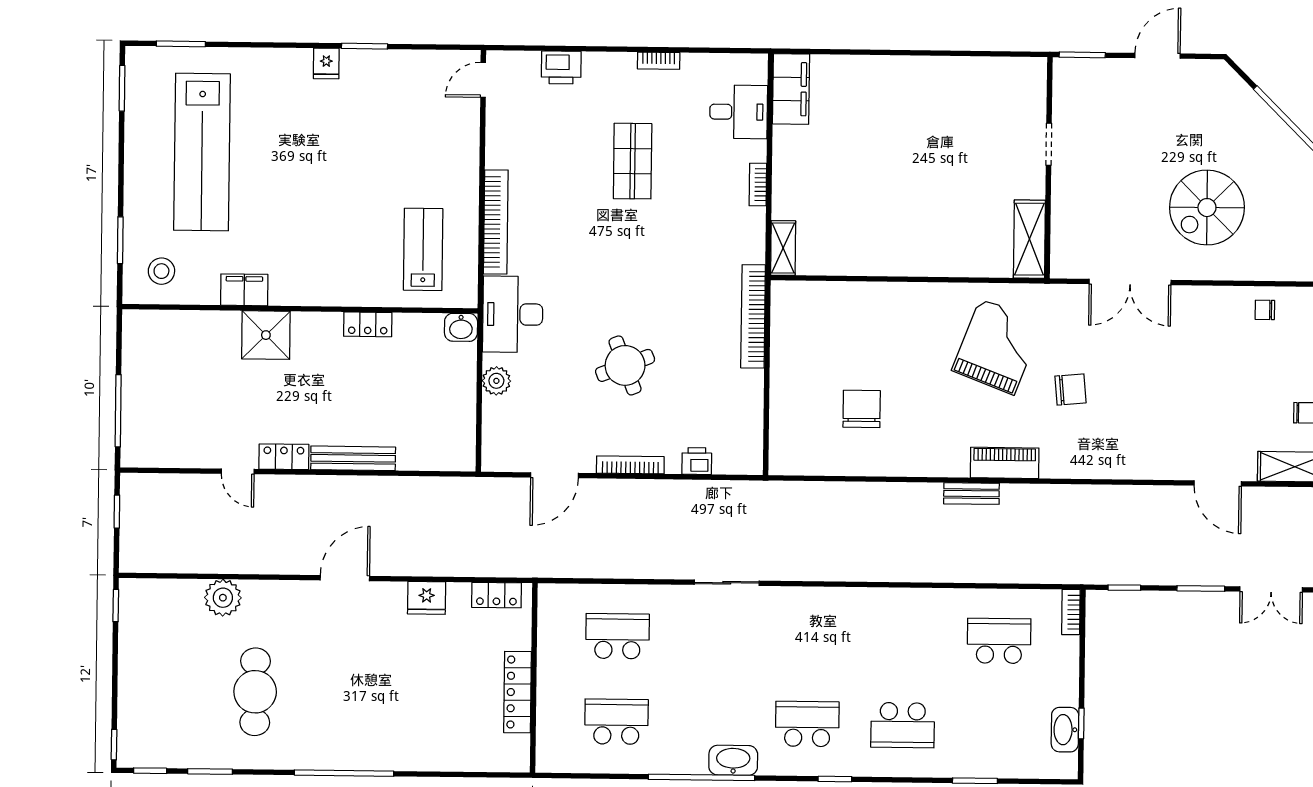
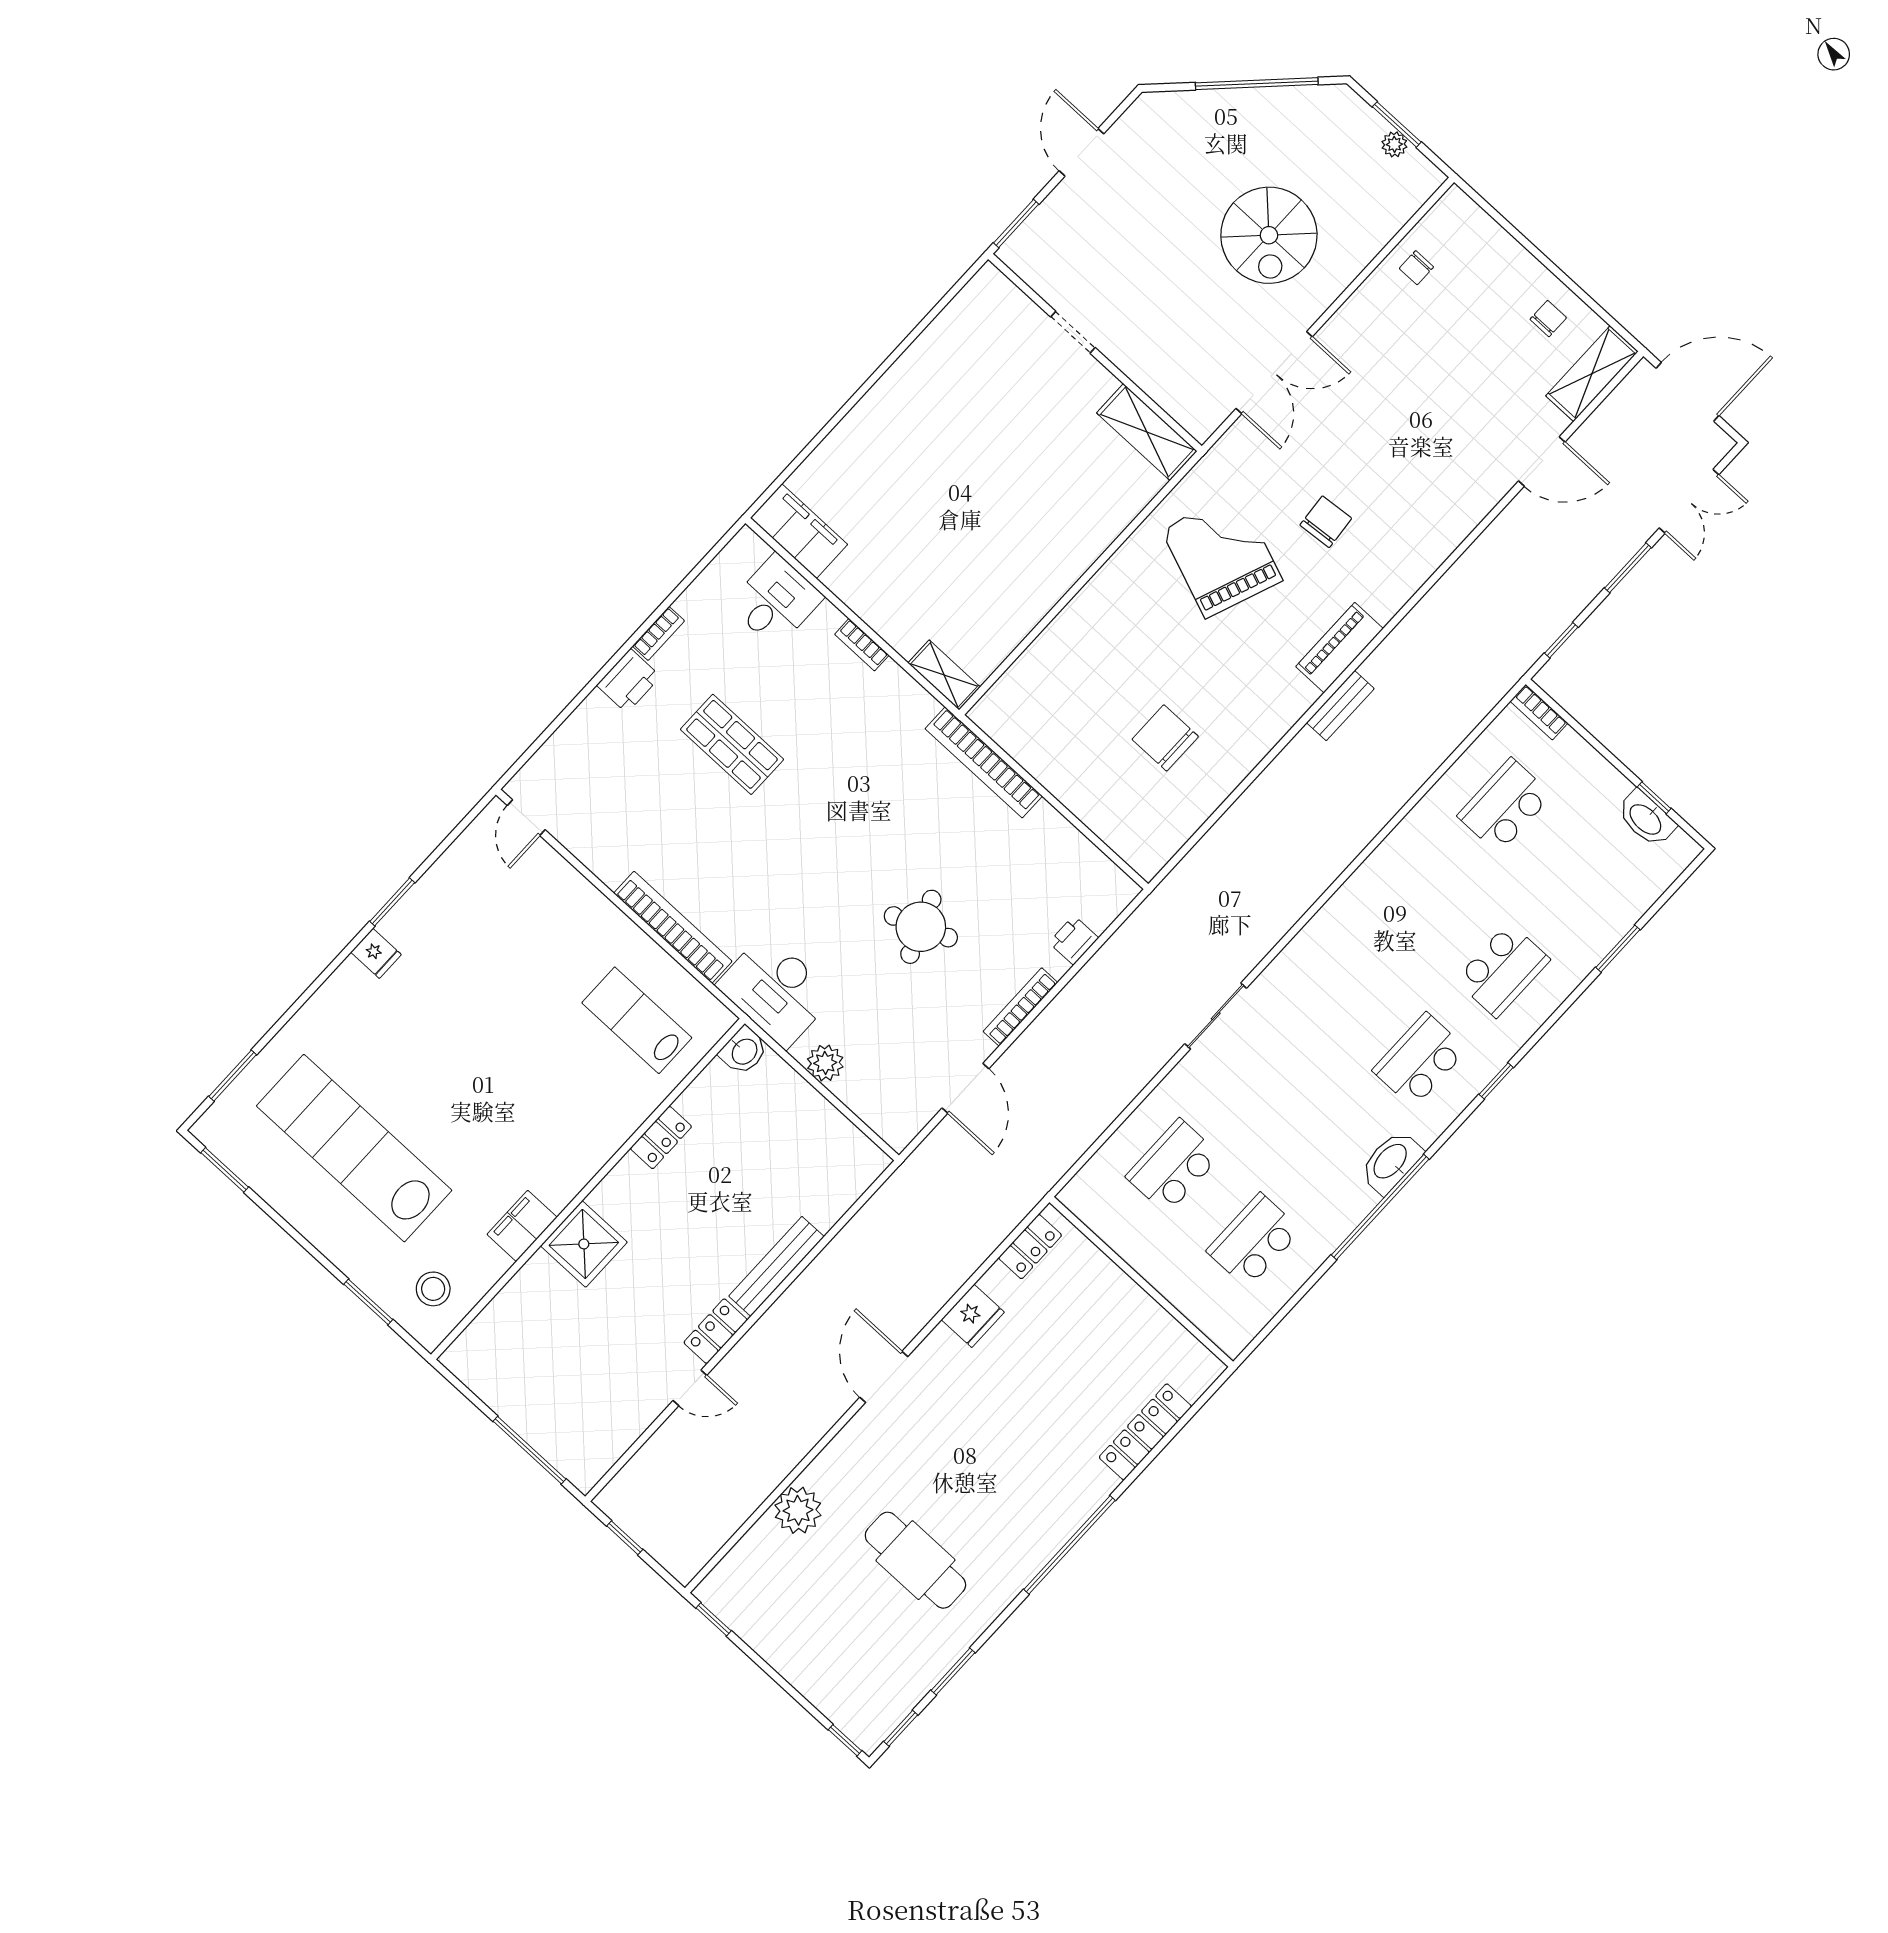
printer: (561, 67) -> (629, 681), moved
lab bench: (202, 152) -> (354, 1148), turned 180
locker: (518, 692) -> (1145, 1432), moved, turned 90

